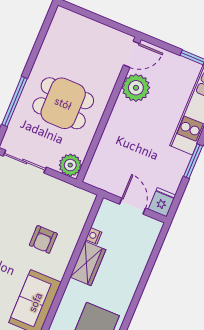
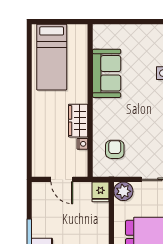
fridge: (162, 202) -> (101, 192), moved
armchair: (43, 239) -> (115, 149), moved

